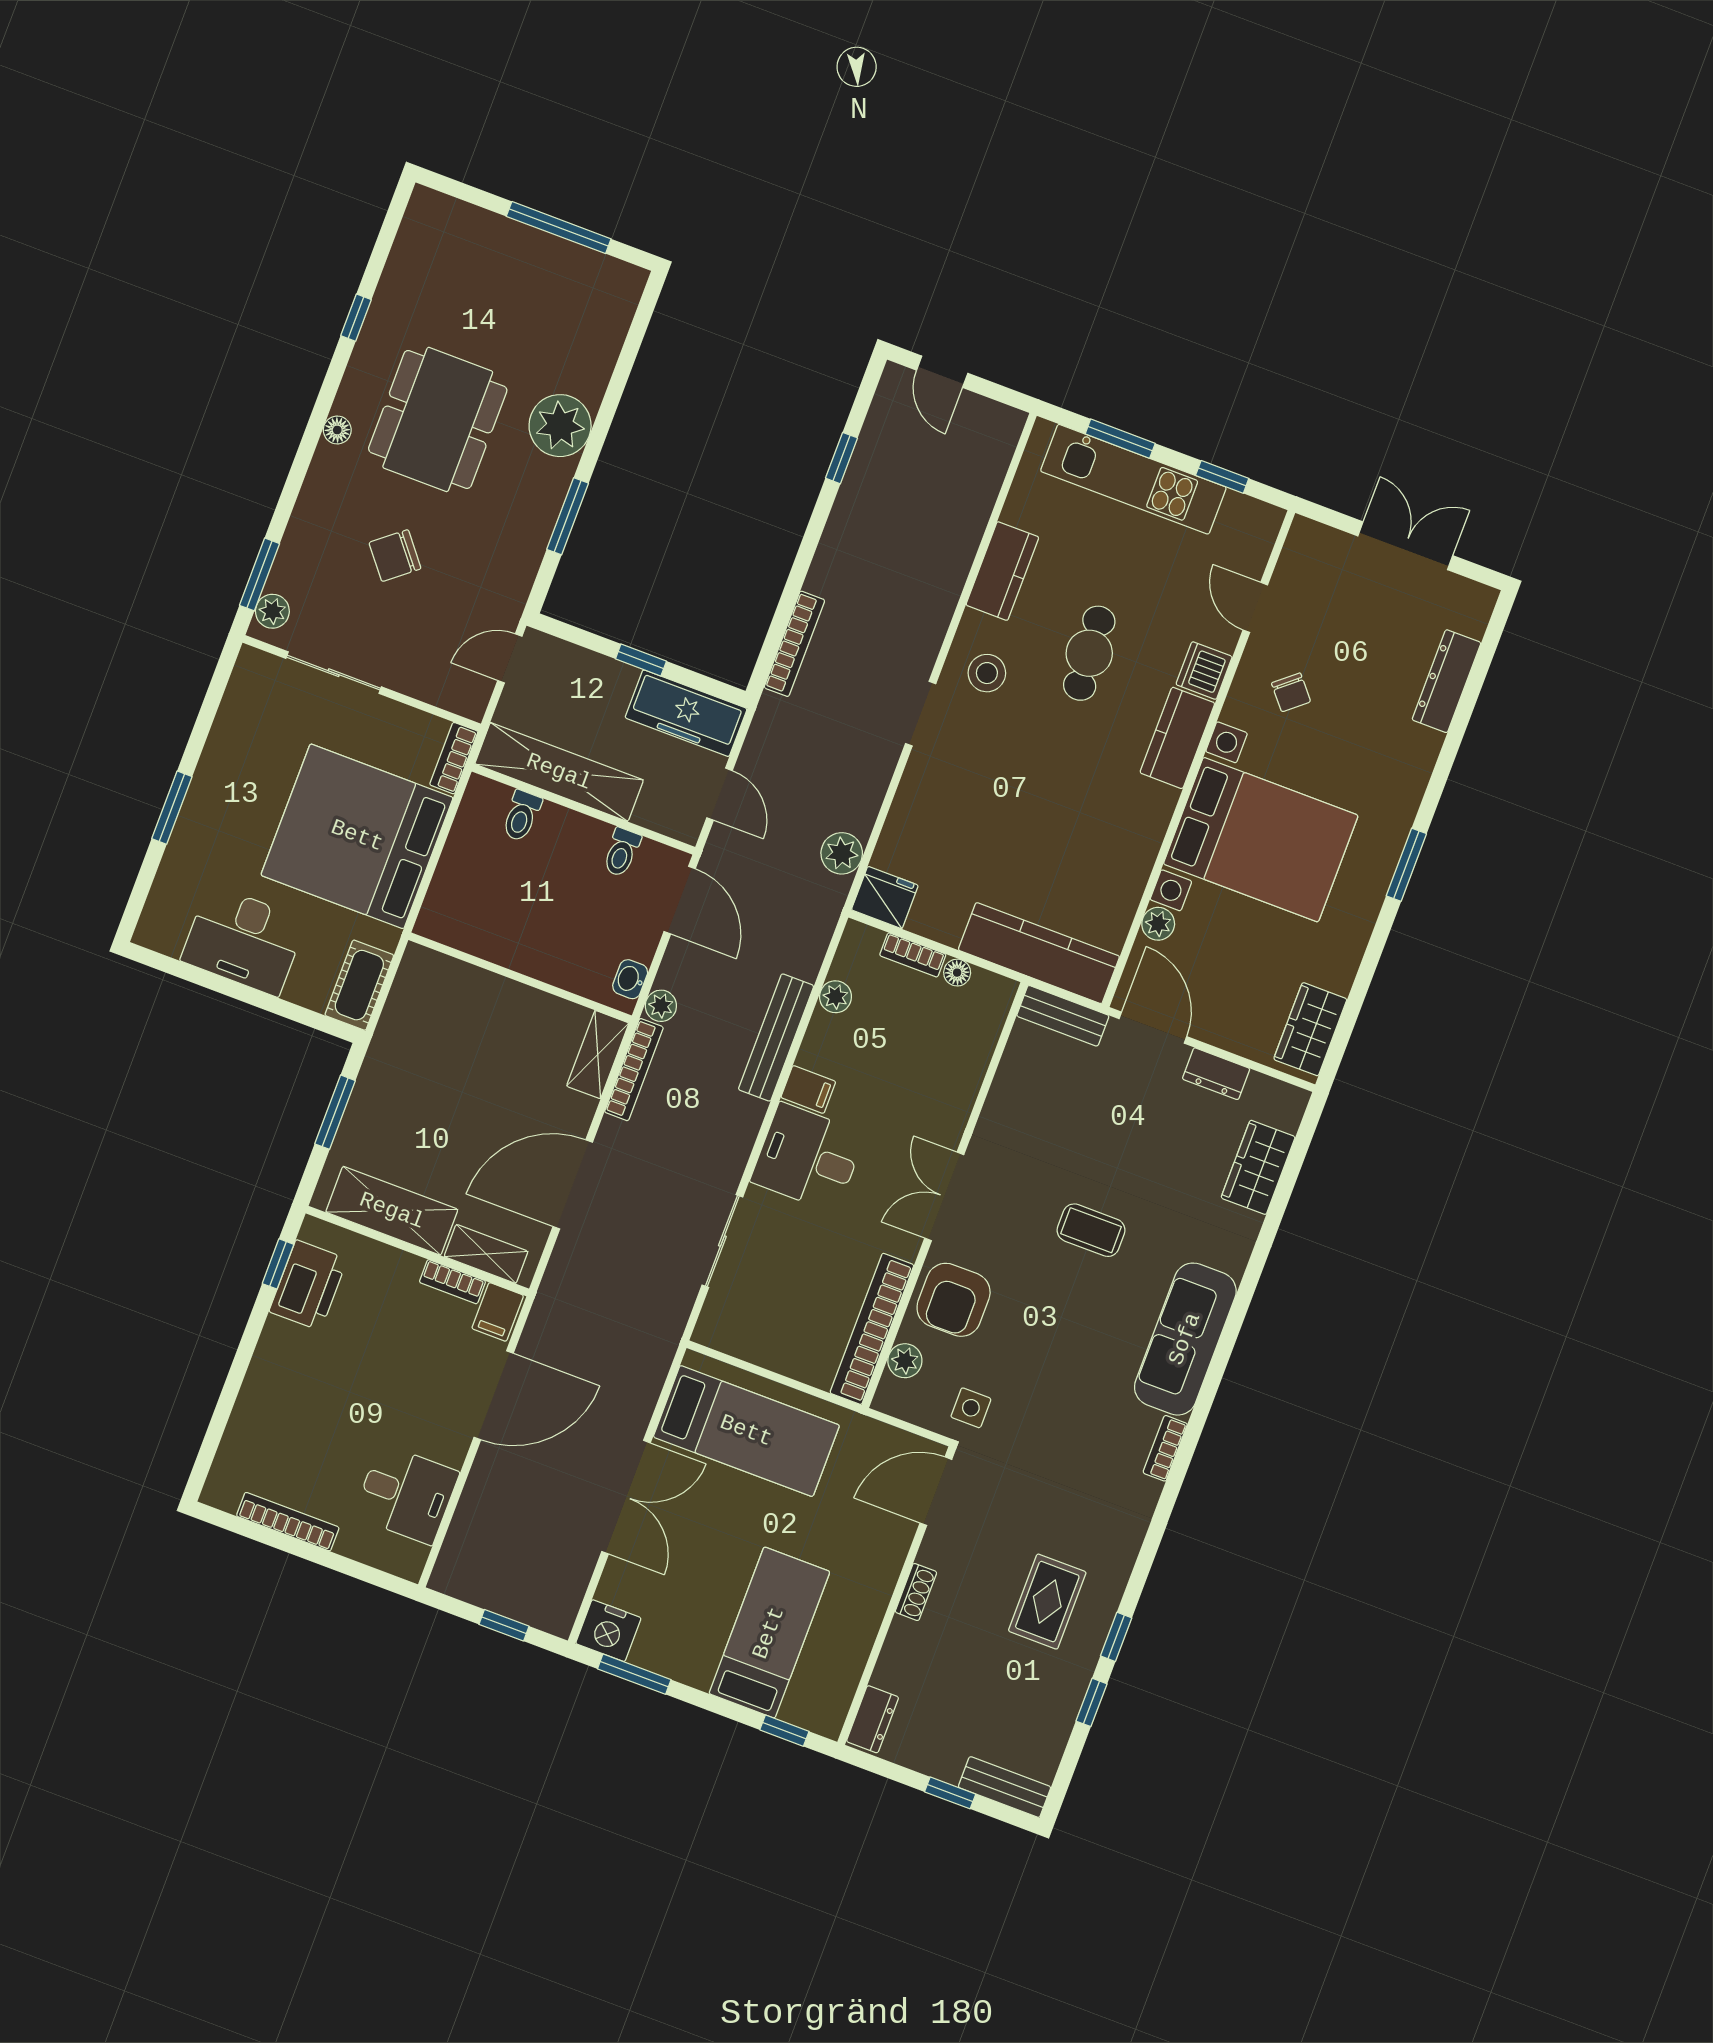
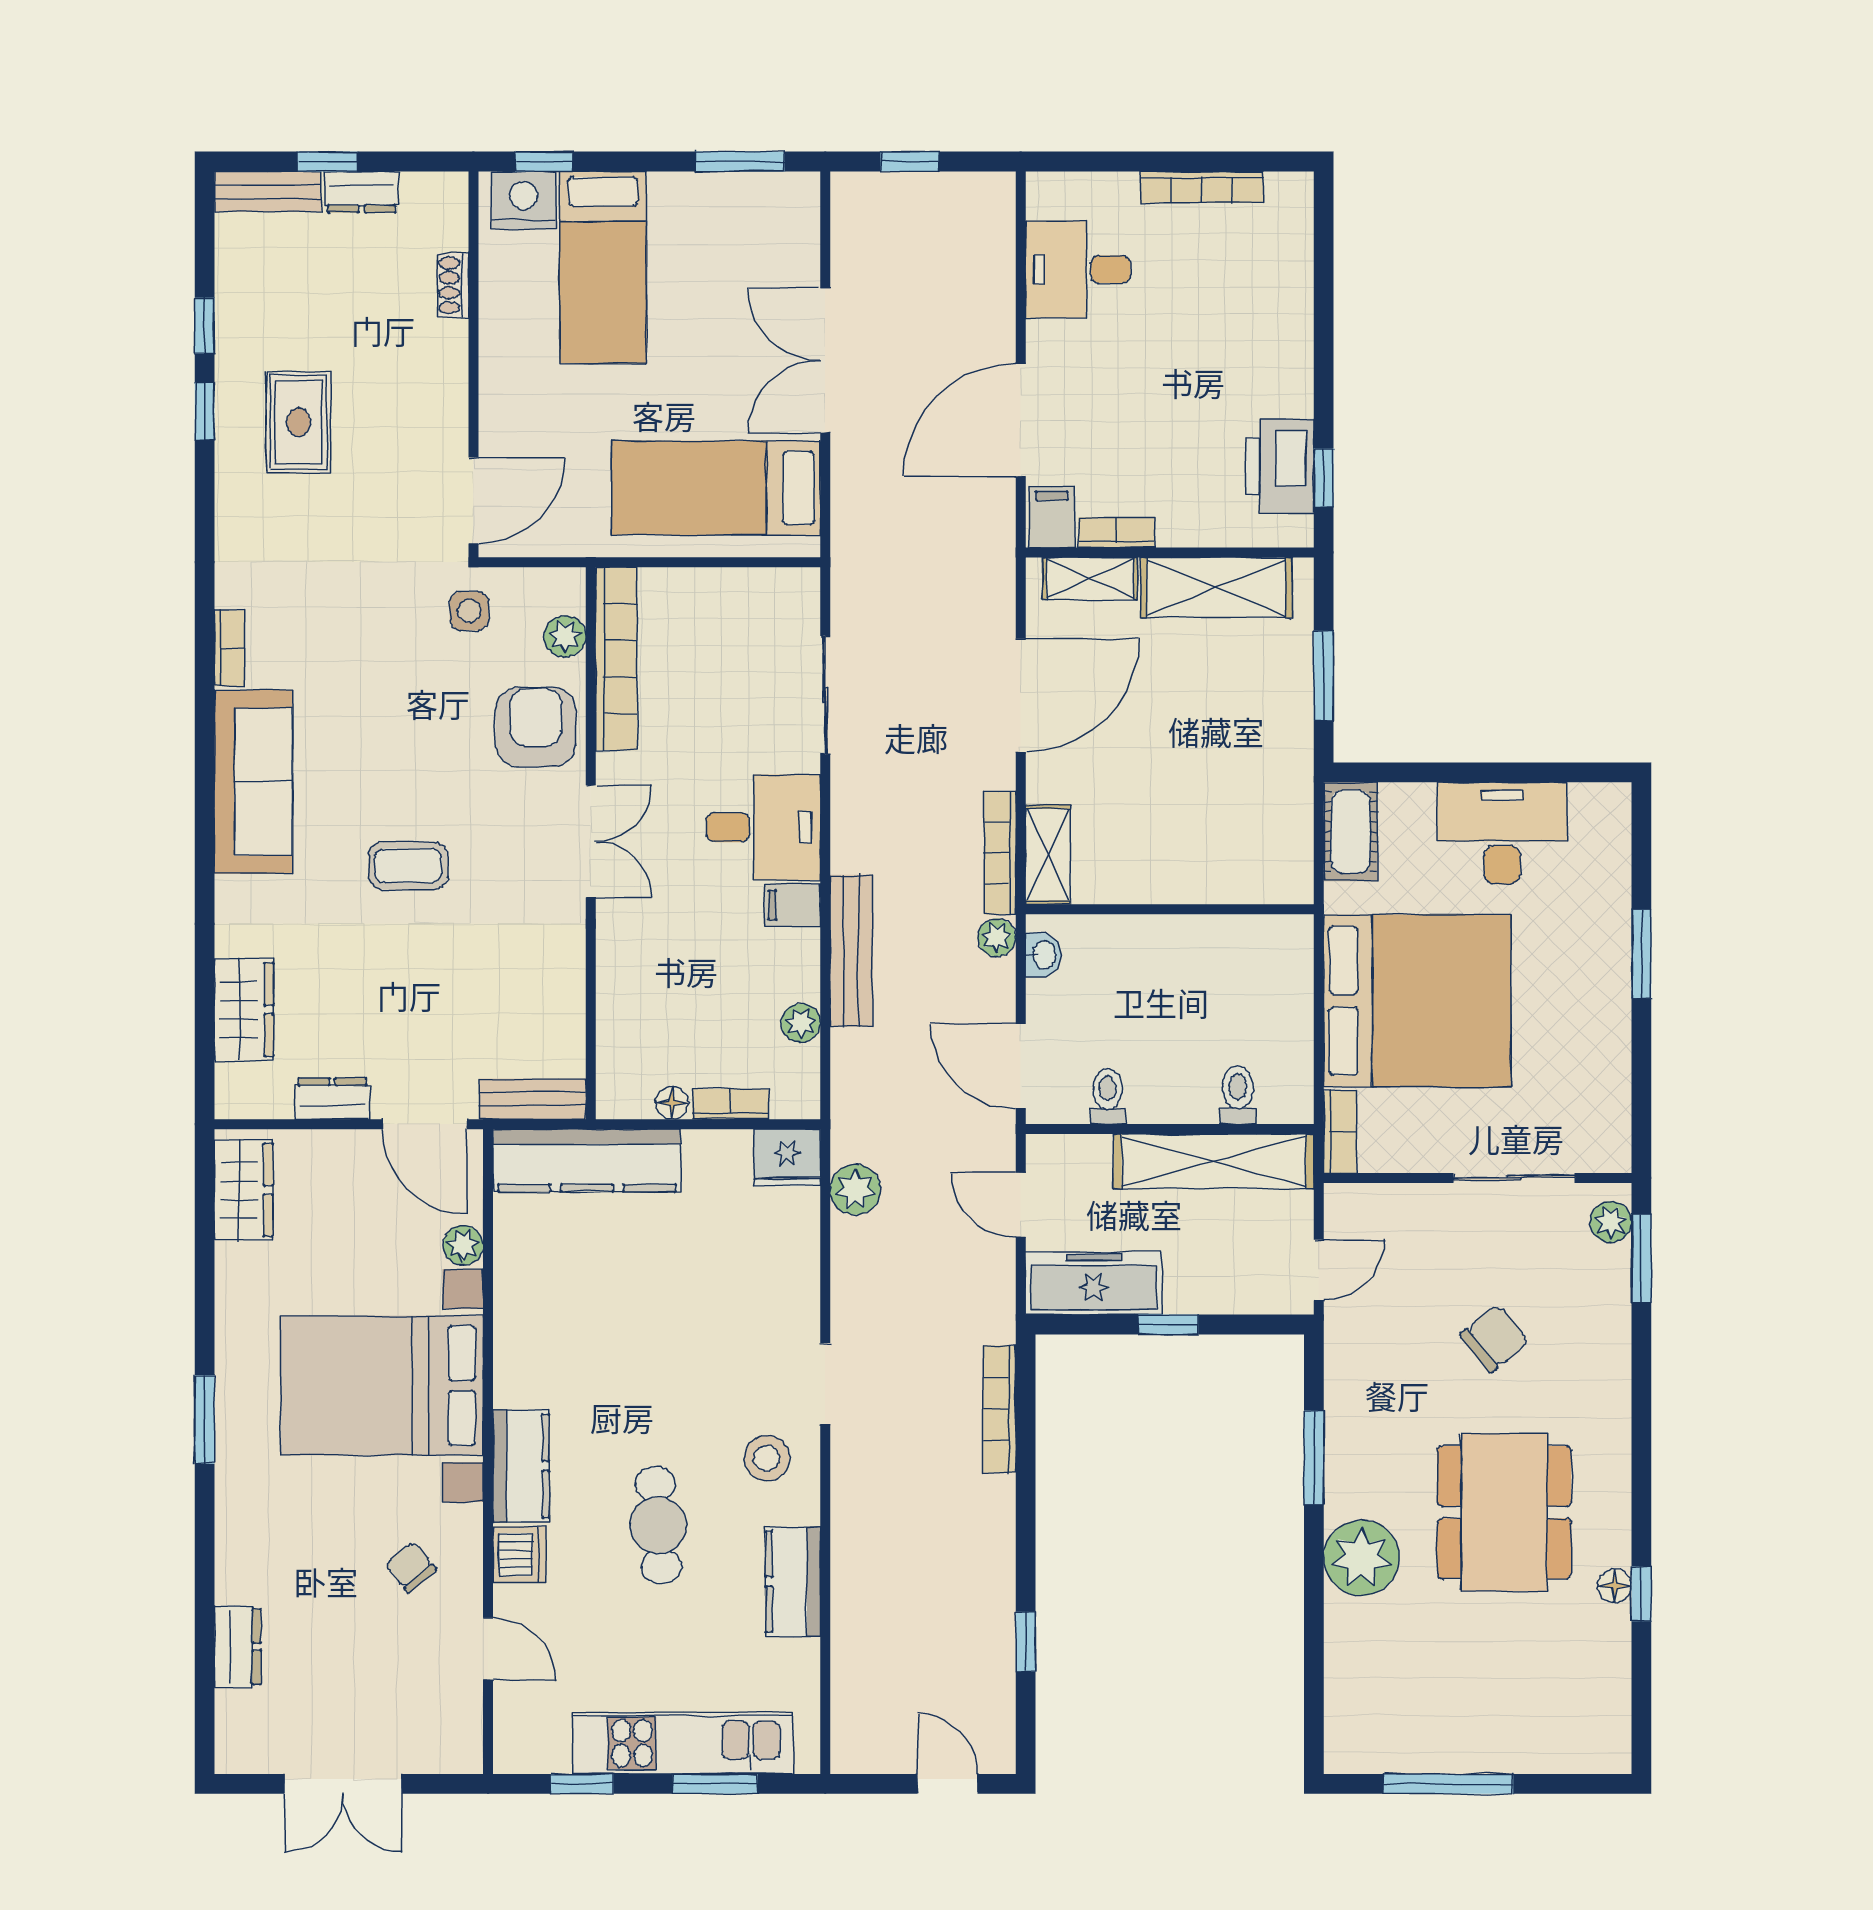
floor lamp: (337, 430) -> (1615, 1586), moved
dresser: (1447, 681) -> (238, 1647), width x0.70
shoe rack: (916, 1592) -> (453, 285), moved
nightstand: (608, 1631) -> (524, 200), moved
dresser: (873, 1719) -> (362, 192), moved, turned -90

